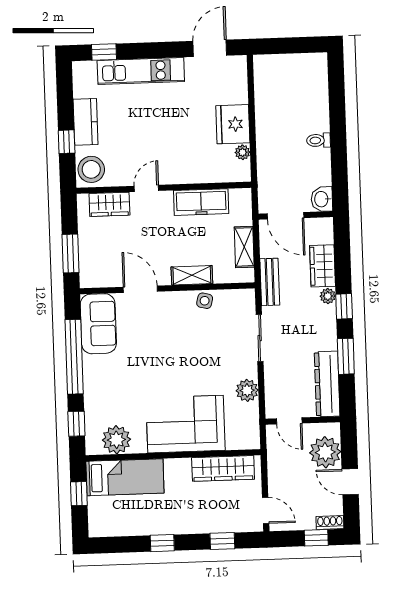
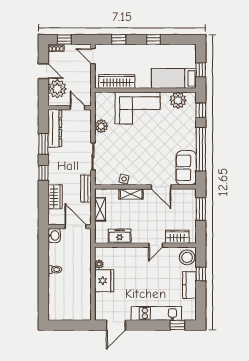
freezer: (201, 202) -> (120, 236), width x0.71
plant: (328, 296) -> (53, 179), removed

